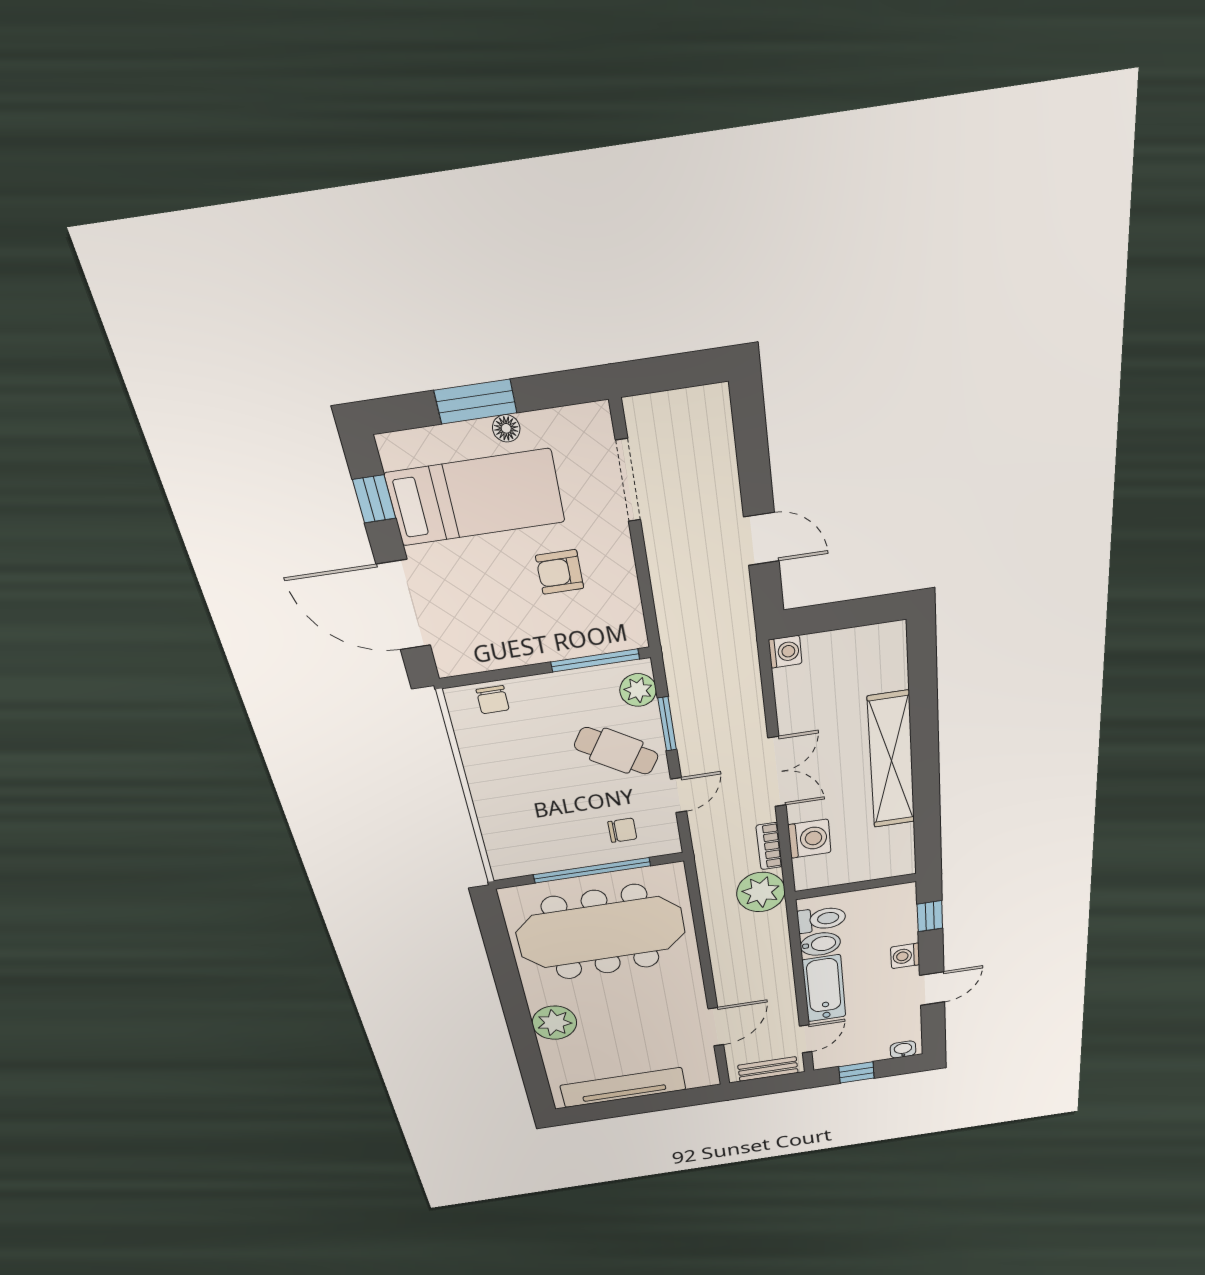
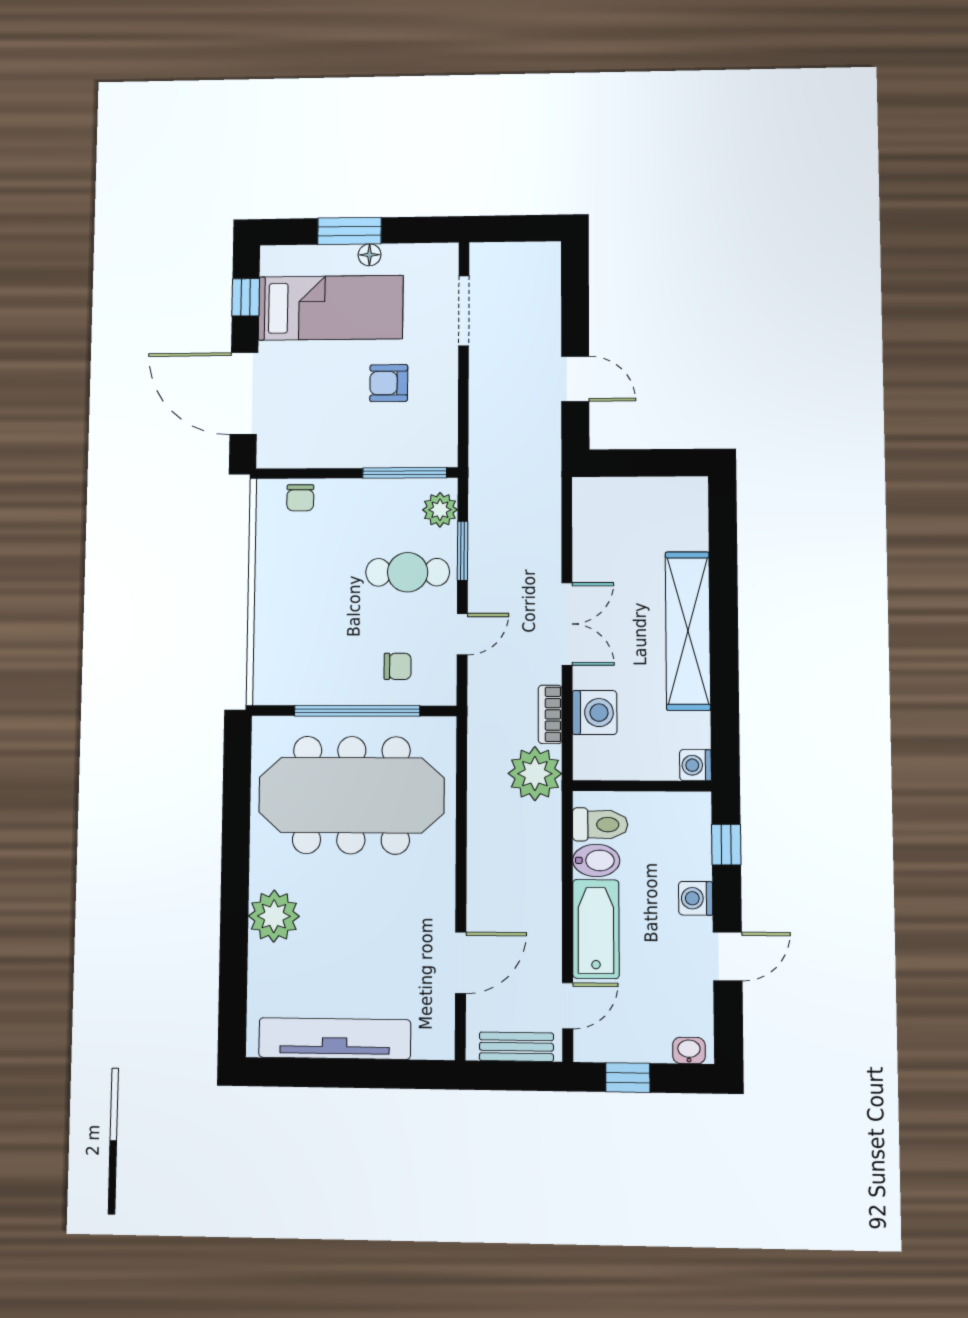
washing machine: (785, 652) -> (695, 765), moved, turned 180
cafe table: (616, 751) -> (408, 572), turned -32

